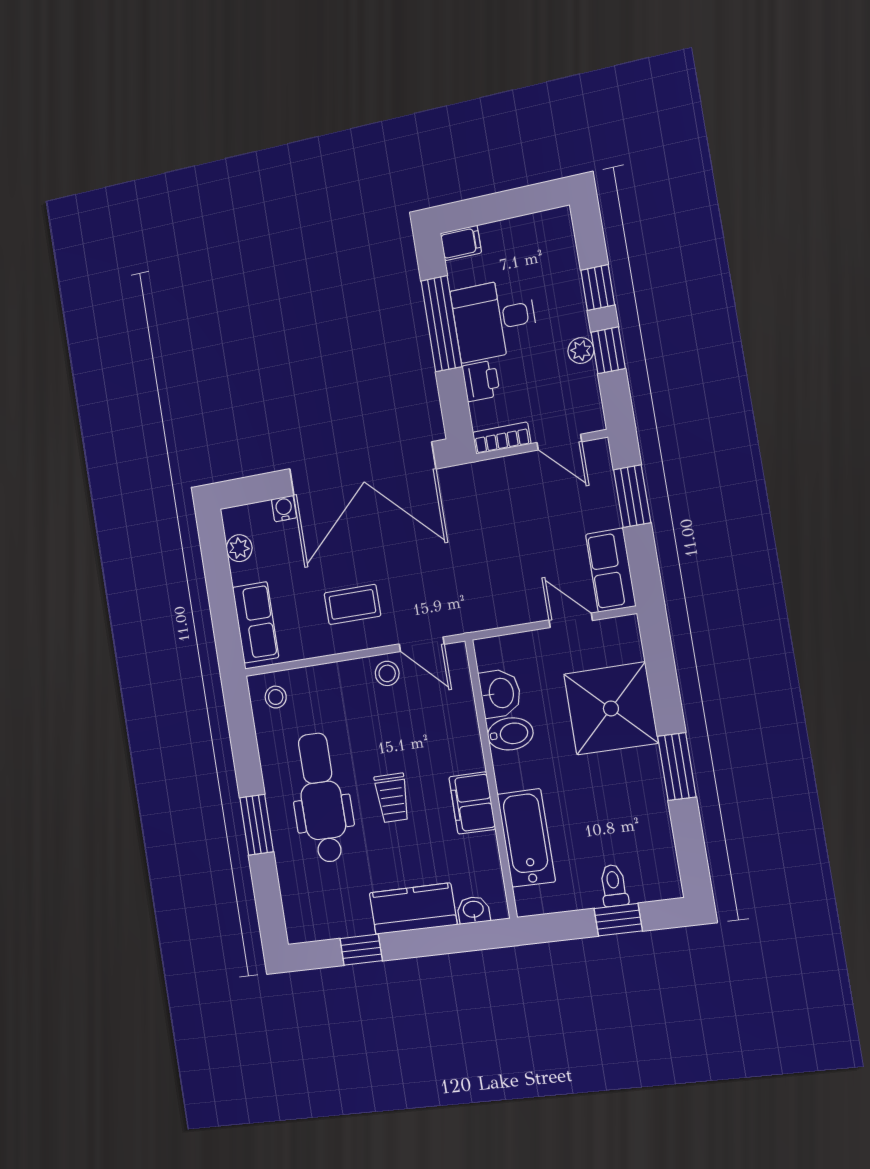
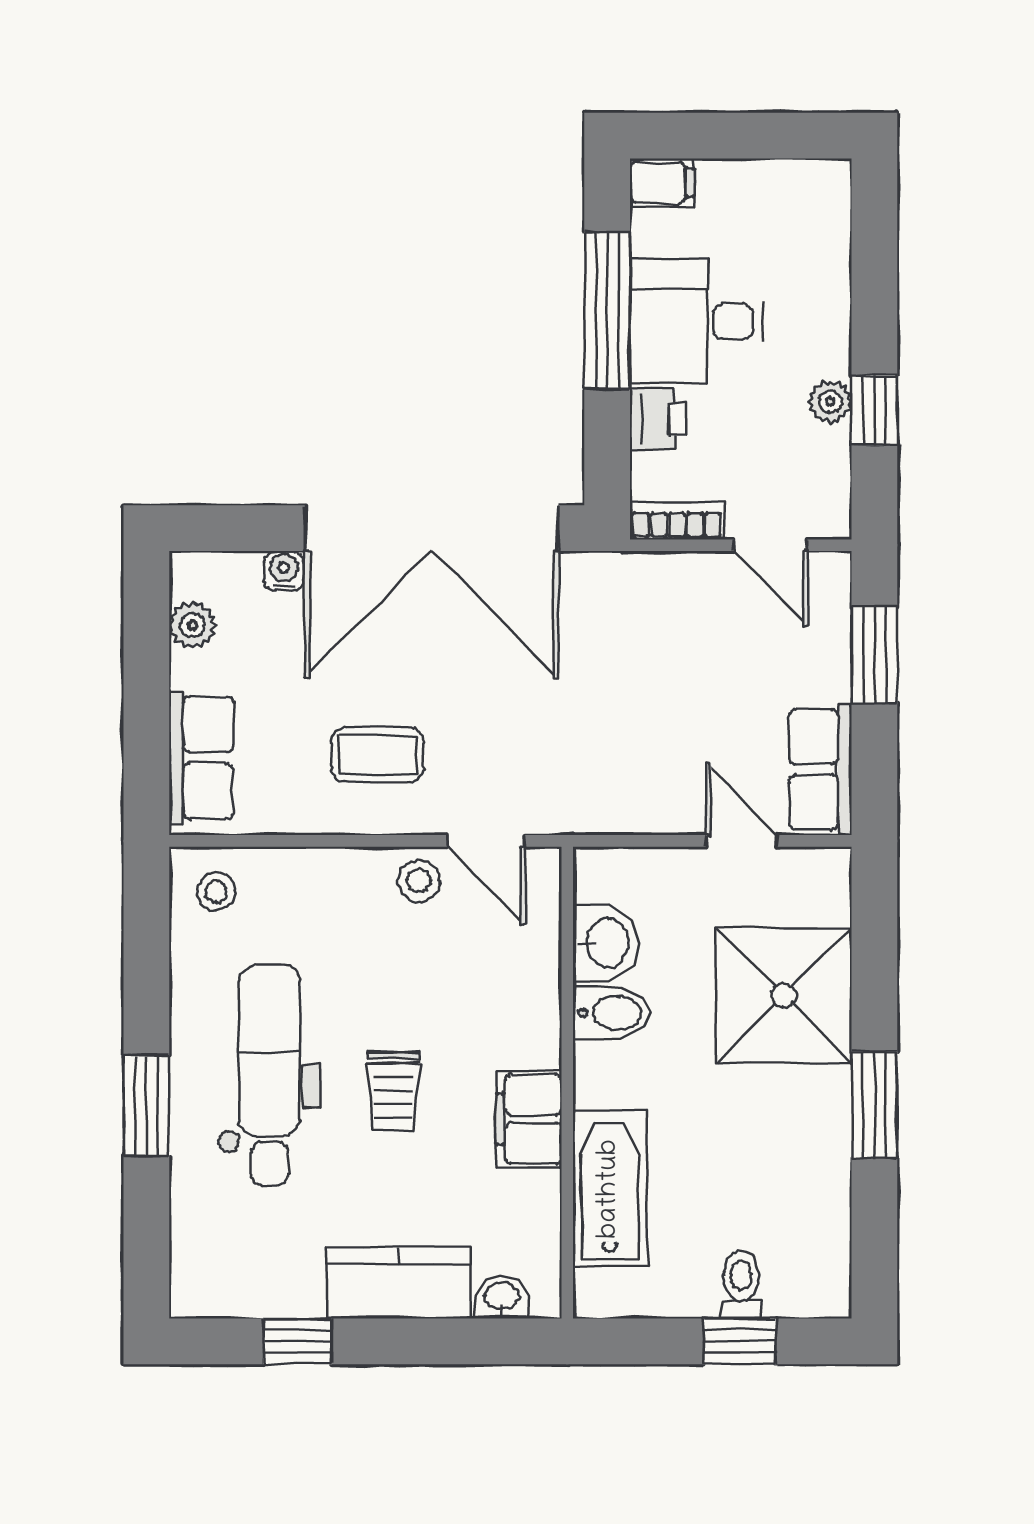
window: (598, 288) -> (874, 304), removed

